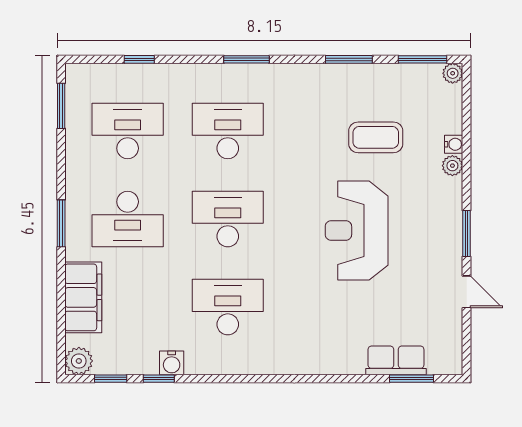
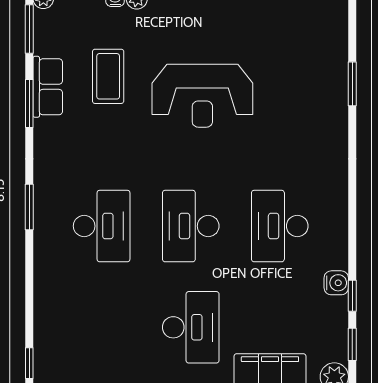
window: (139, 59) -> (29, 363), moved
desk: (128, 131) -> (102, 327), removed
desk: (228, 131) -> (102, 226), turned 180
row of seats: (396, 360) -> (48, 87), moved, turned 180
window: (412, 379) -> (352, 84), moved

